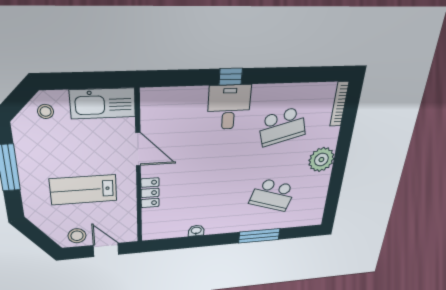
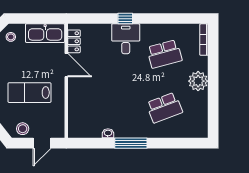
locker: (150, 193) -> (74, 41), moved
school desk: (273, 195) -> (164, 108), turned -39
window: (259, 236) -> (131, 143), moved
door: (106, 250) -> (42, 143), swing flipped

